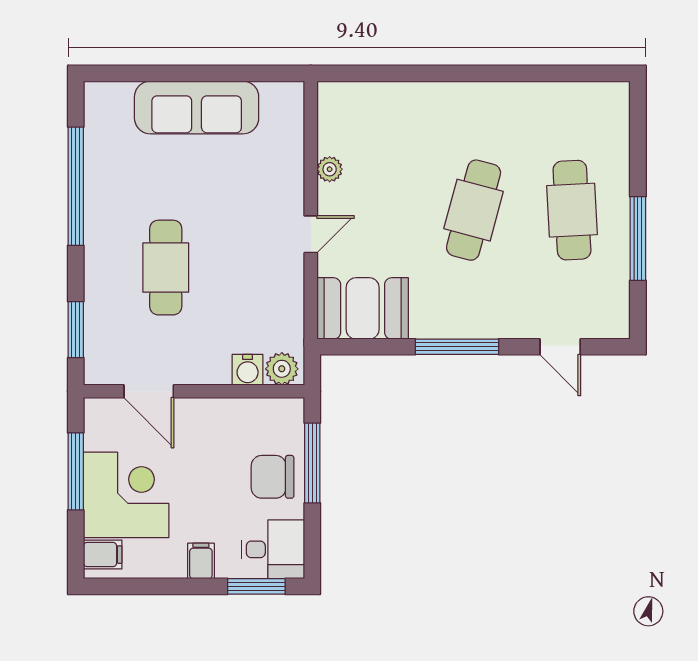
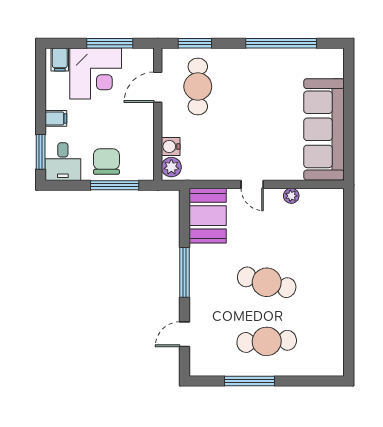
sofa: (197, 107) -> (324, 129), width x1.36, depth x1.27
cafe table: (166, 268) -> (198, 87), moved, turned 90

